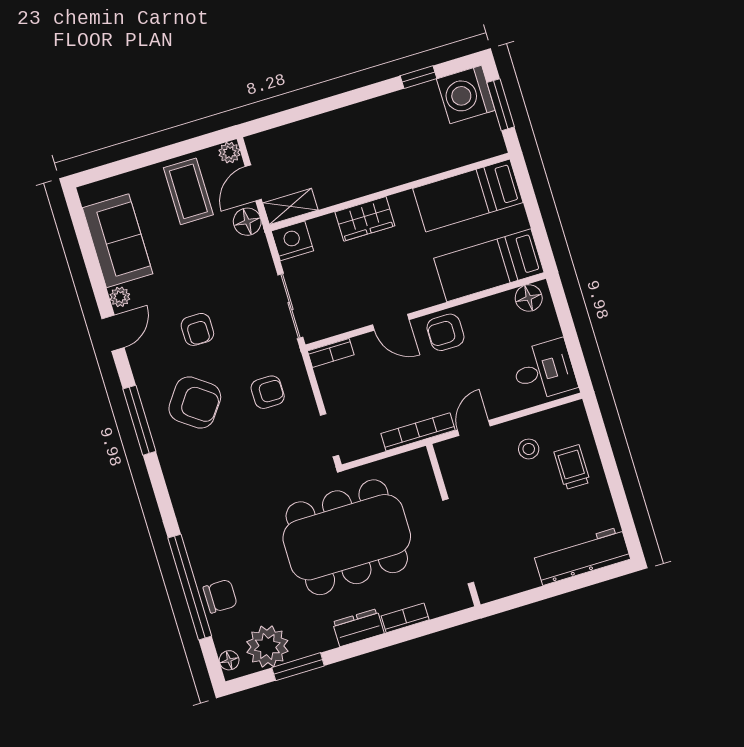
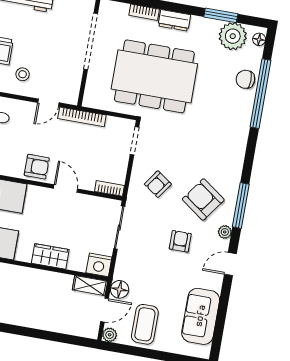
plant: (120, 297) -> (225, 232), moved
armchair: (268, 392) -> (158, 184), turned -55

